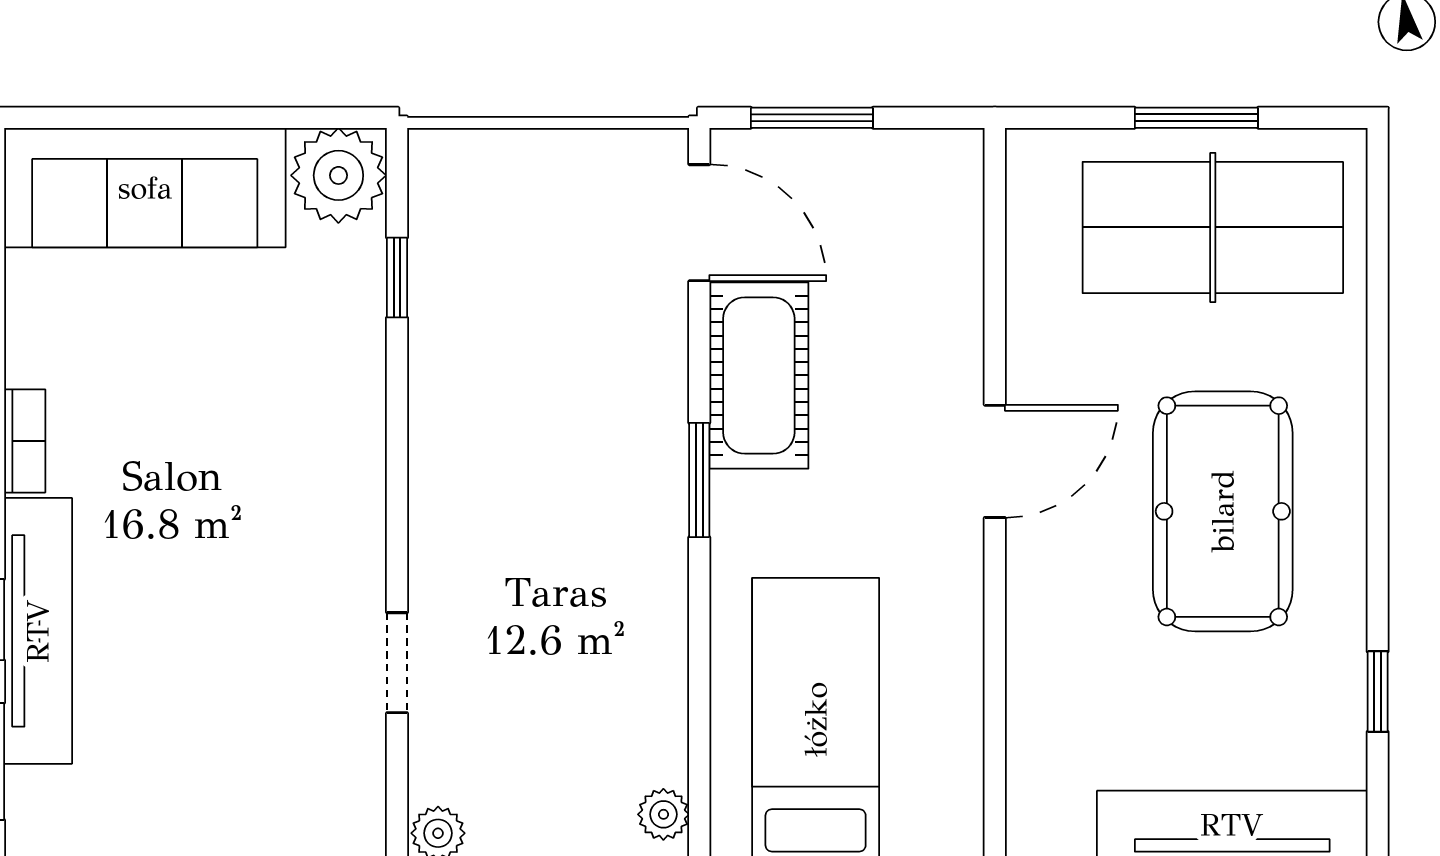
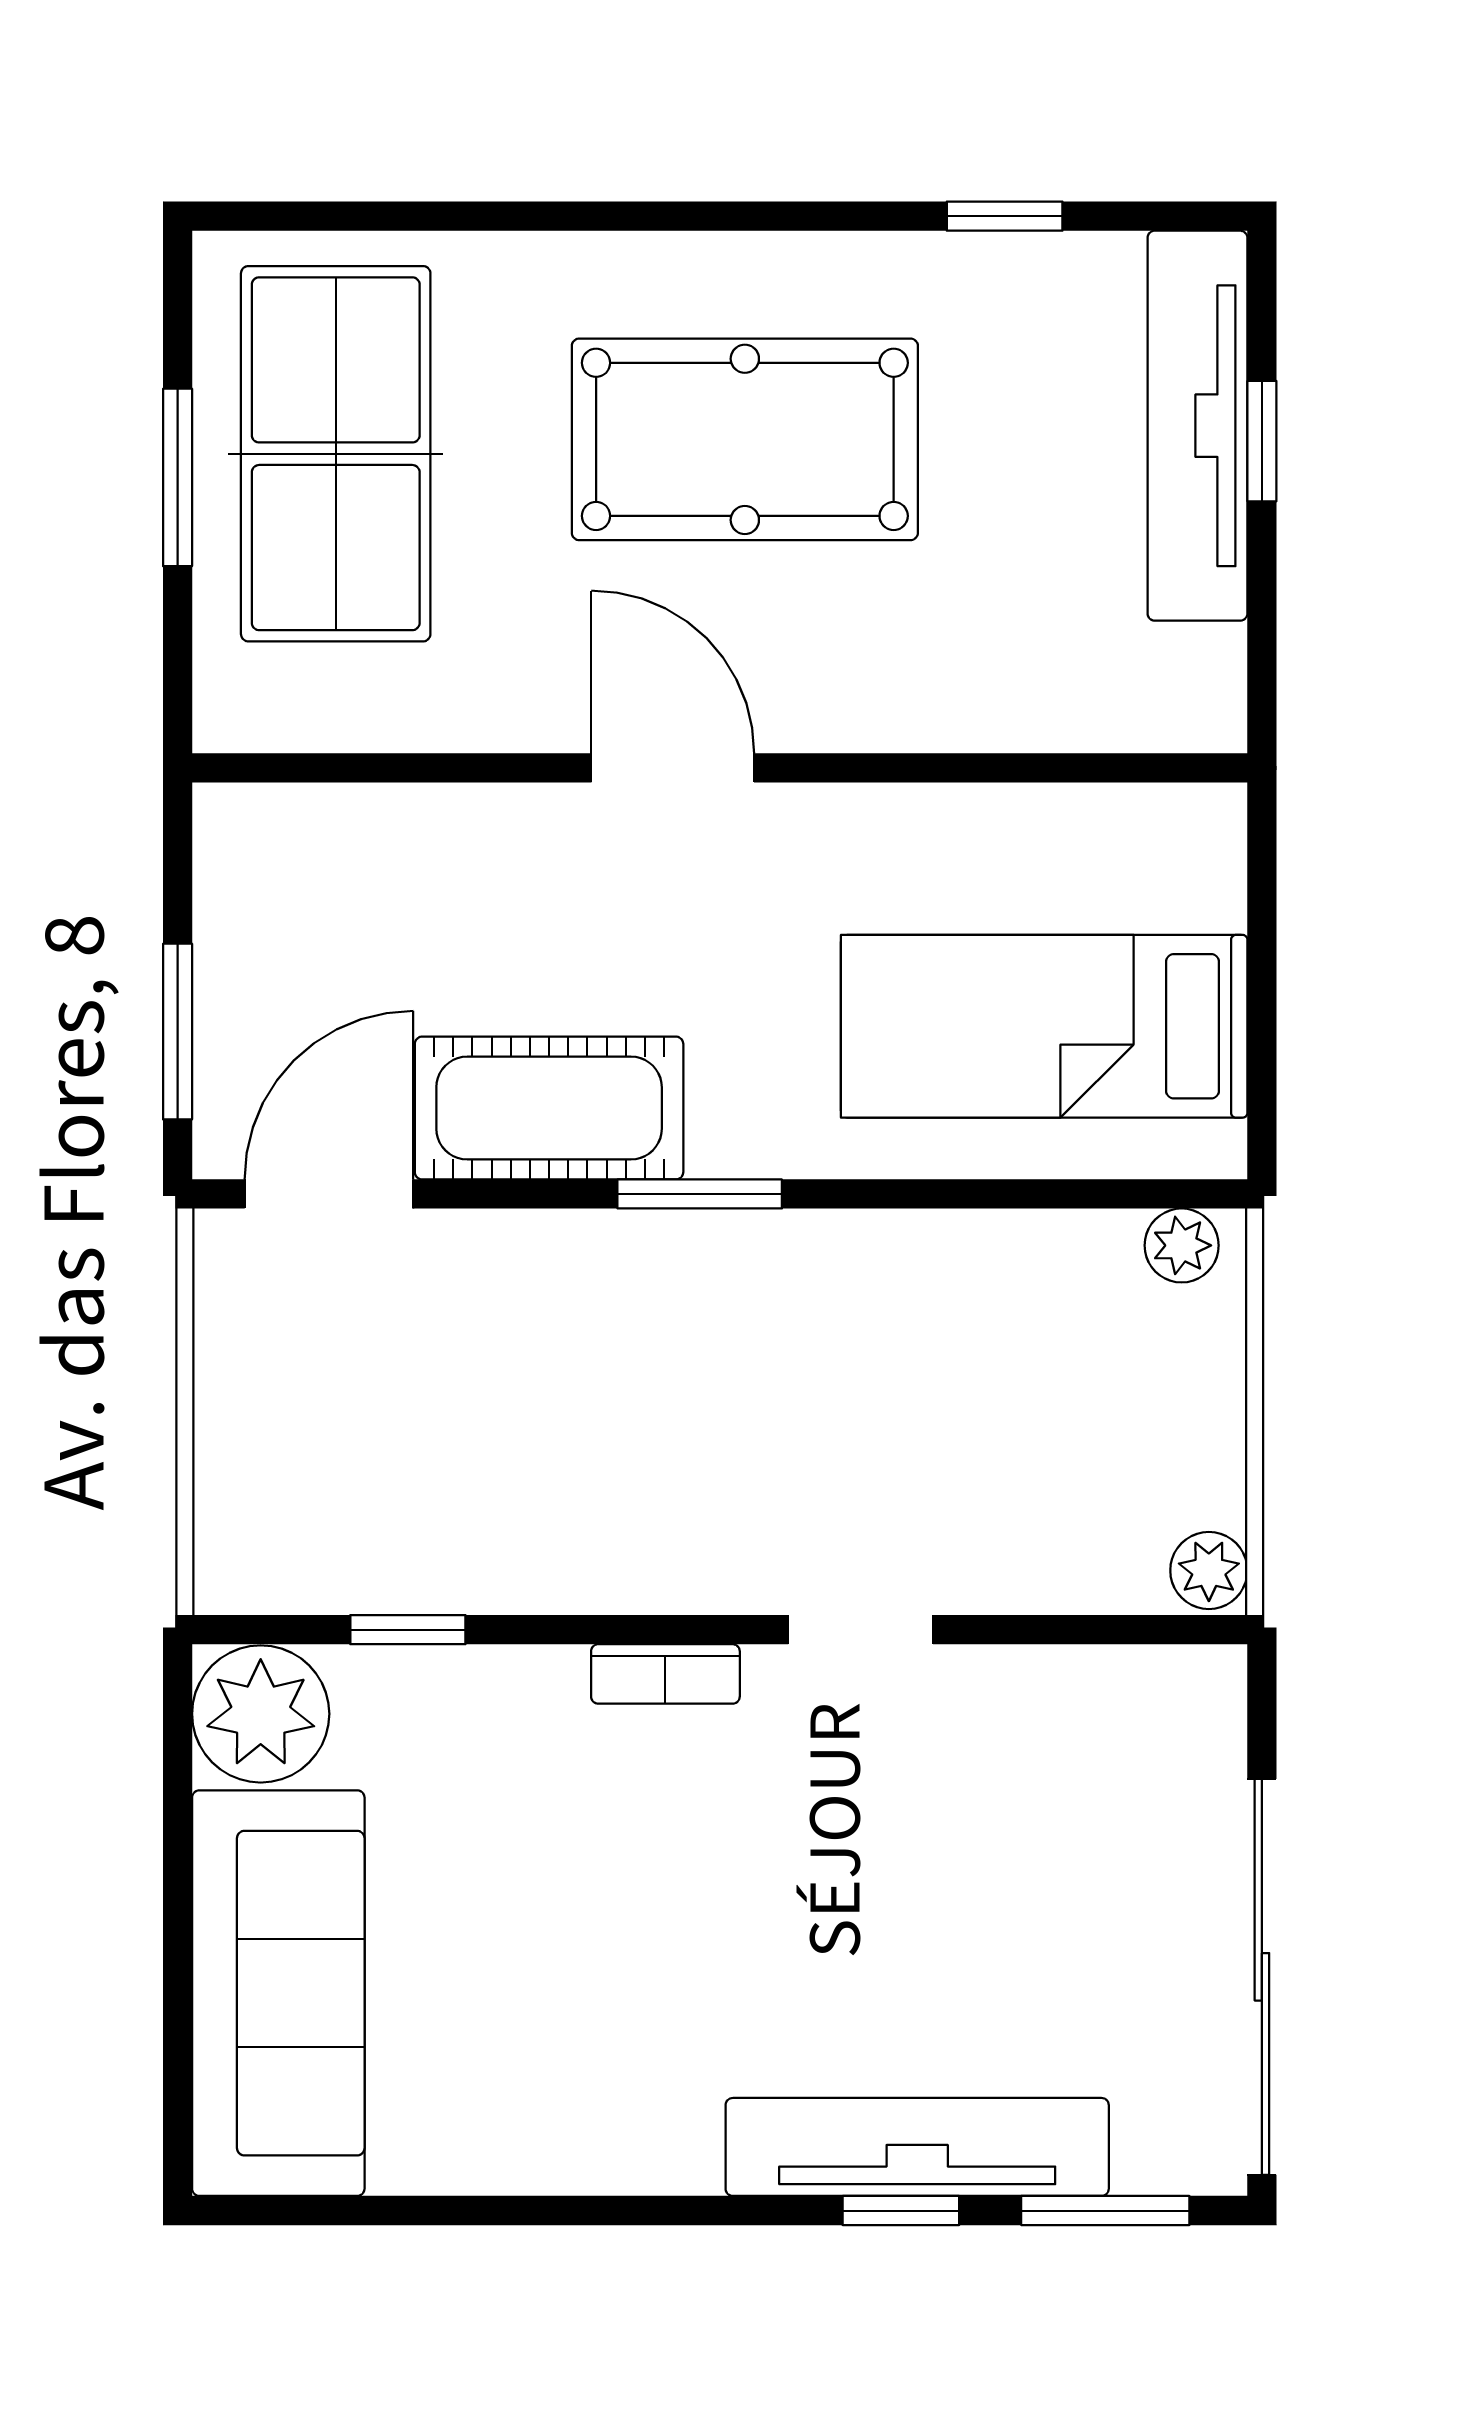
bookcase: (25, 441) -> (665, 1674), moved, turned 180
doorway: (397, 663) -> (861, 1630), moved

